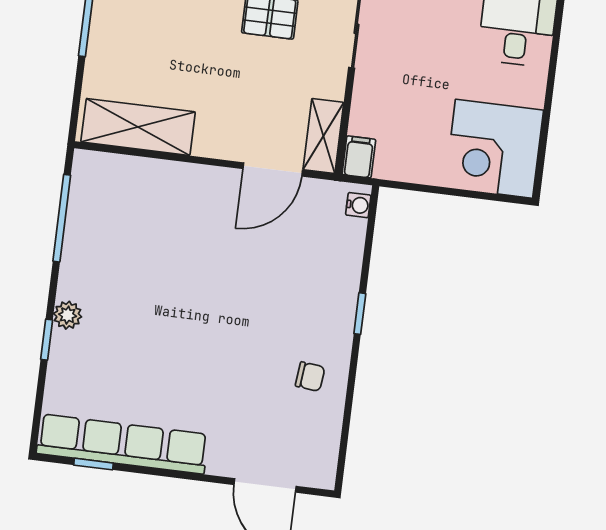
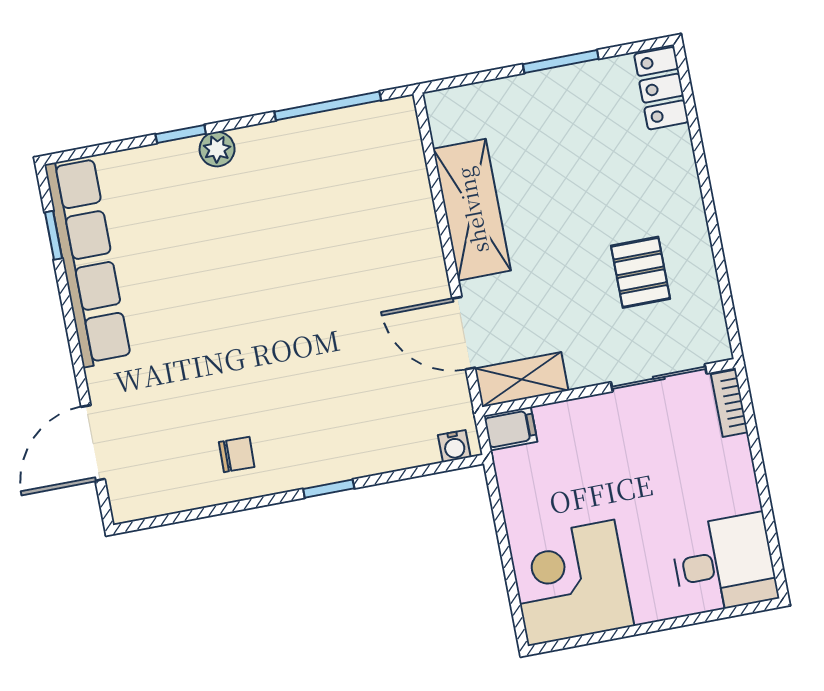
shelving: (138, 127) -> (472, 210), moved
chair: (310, 377) -> (237, 454), turned -95

